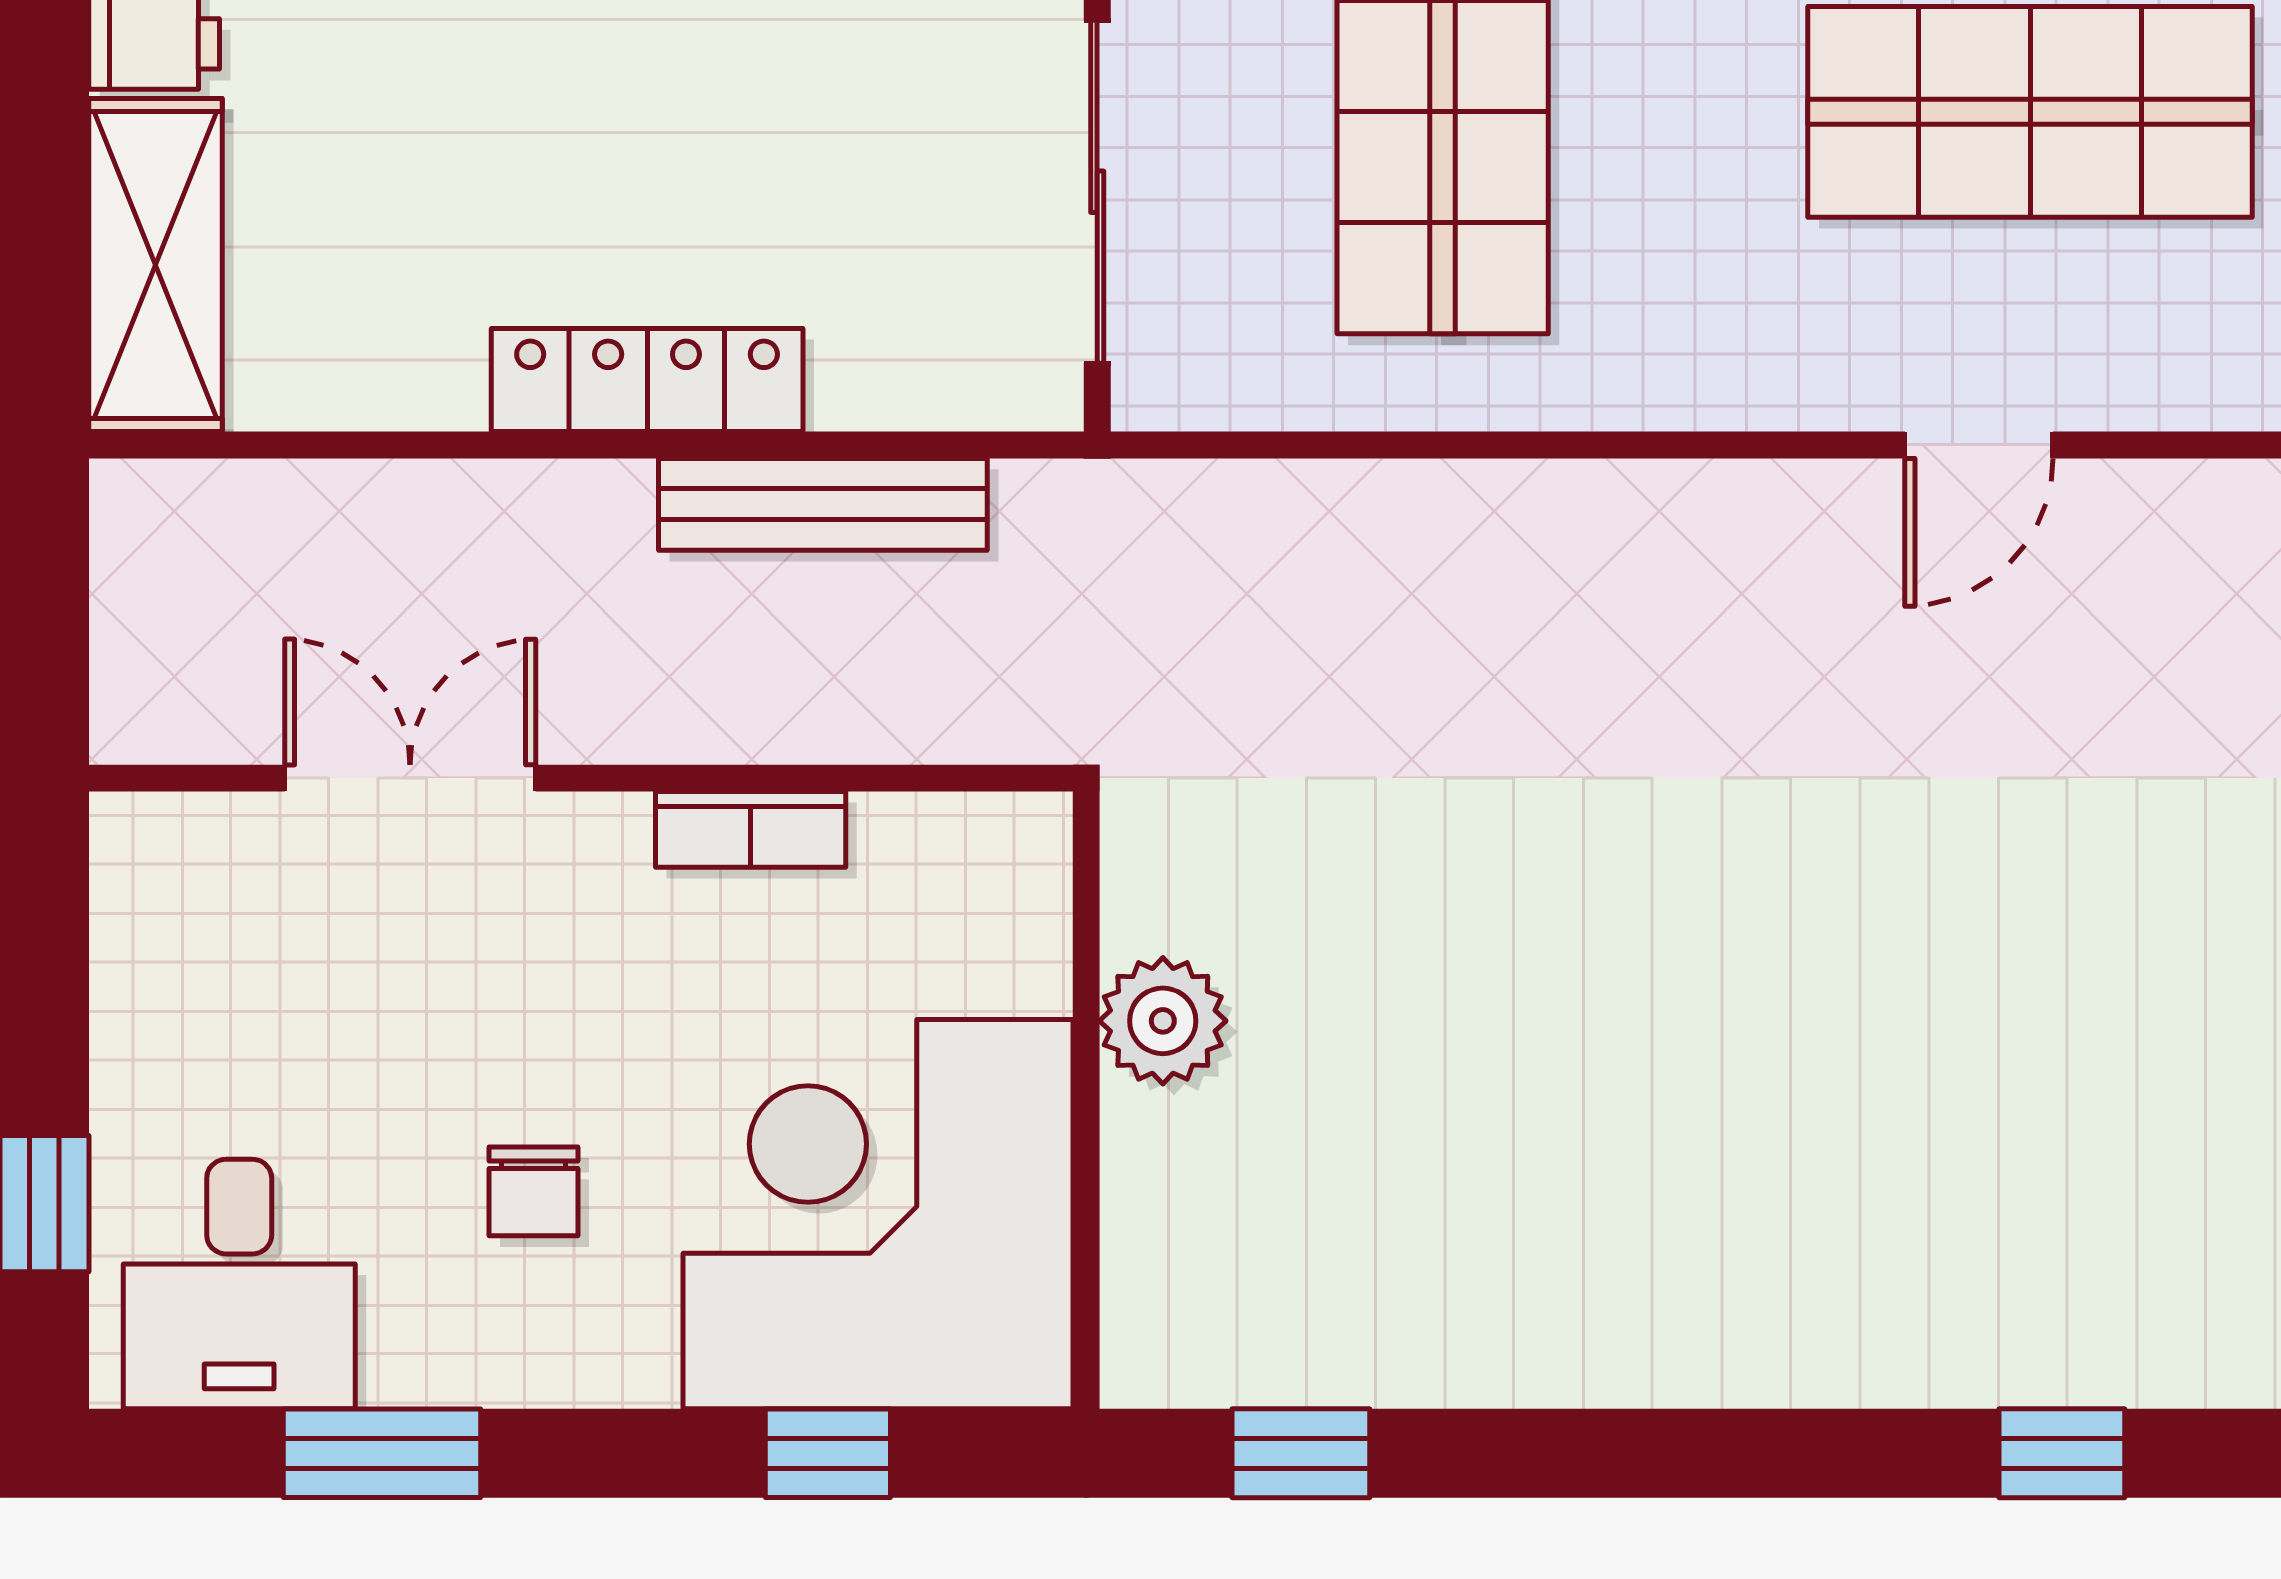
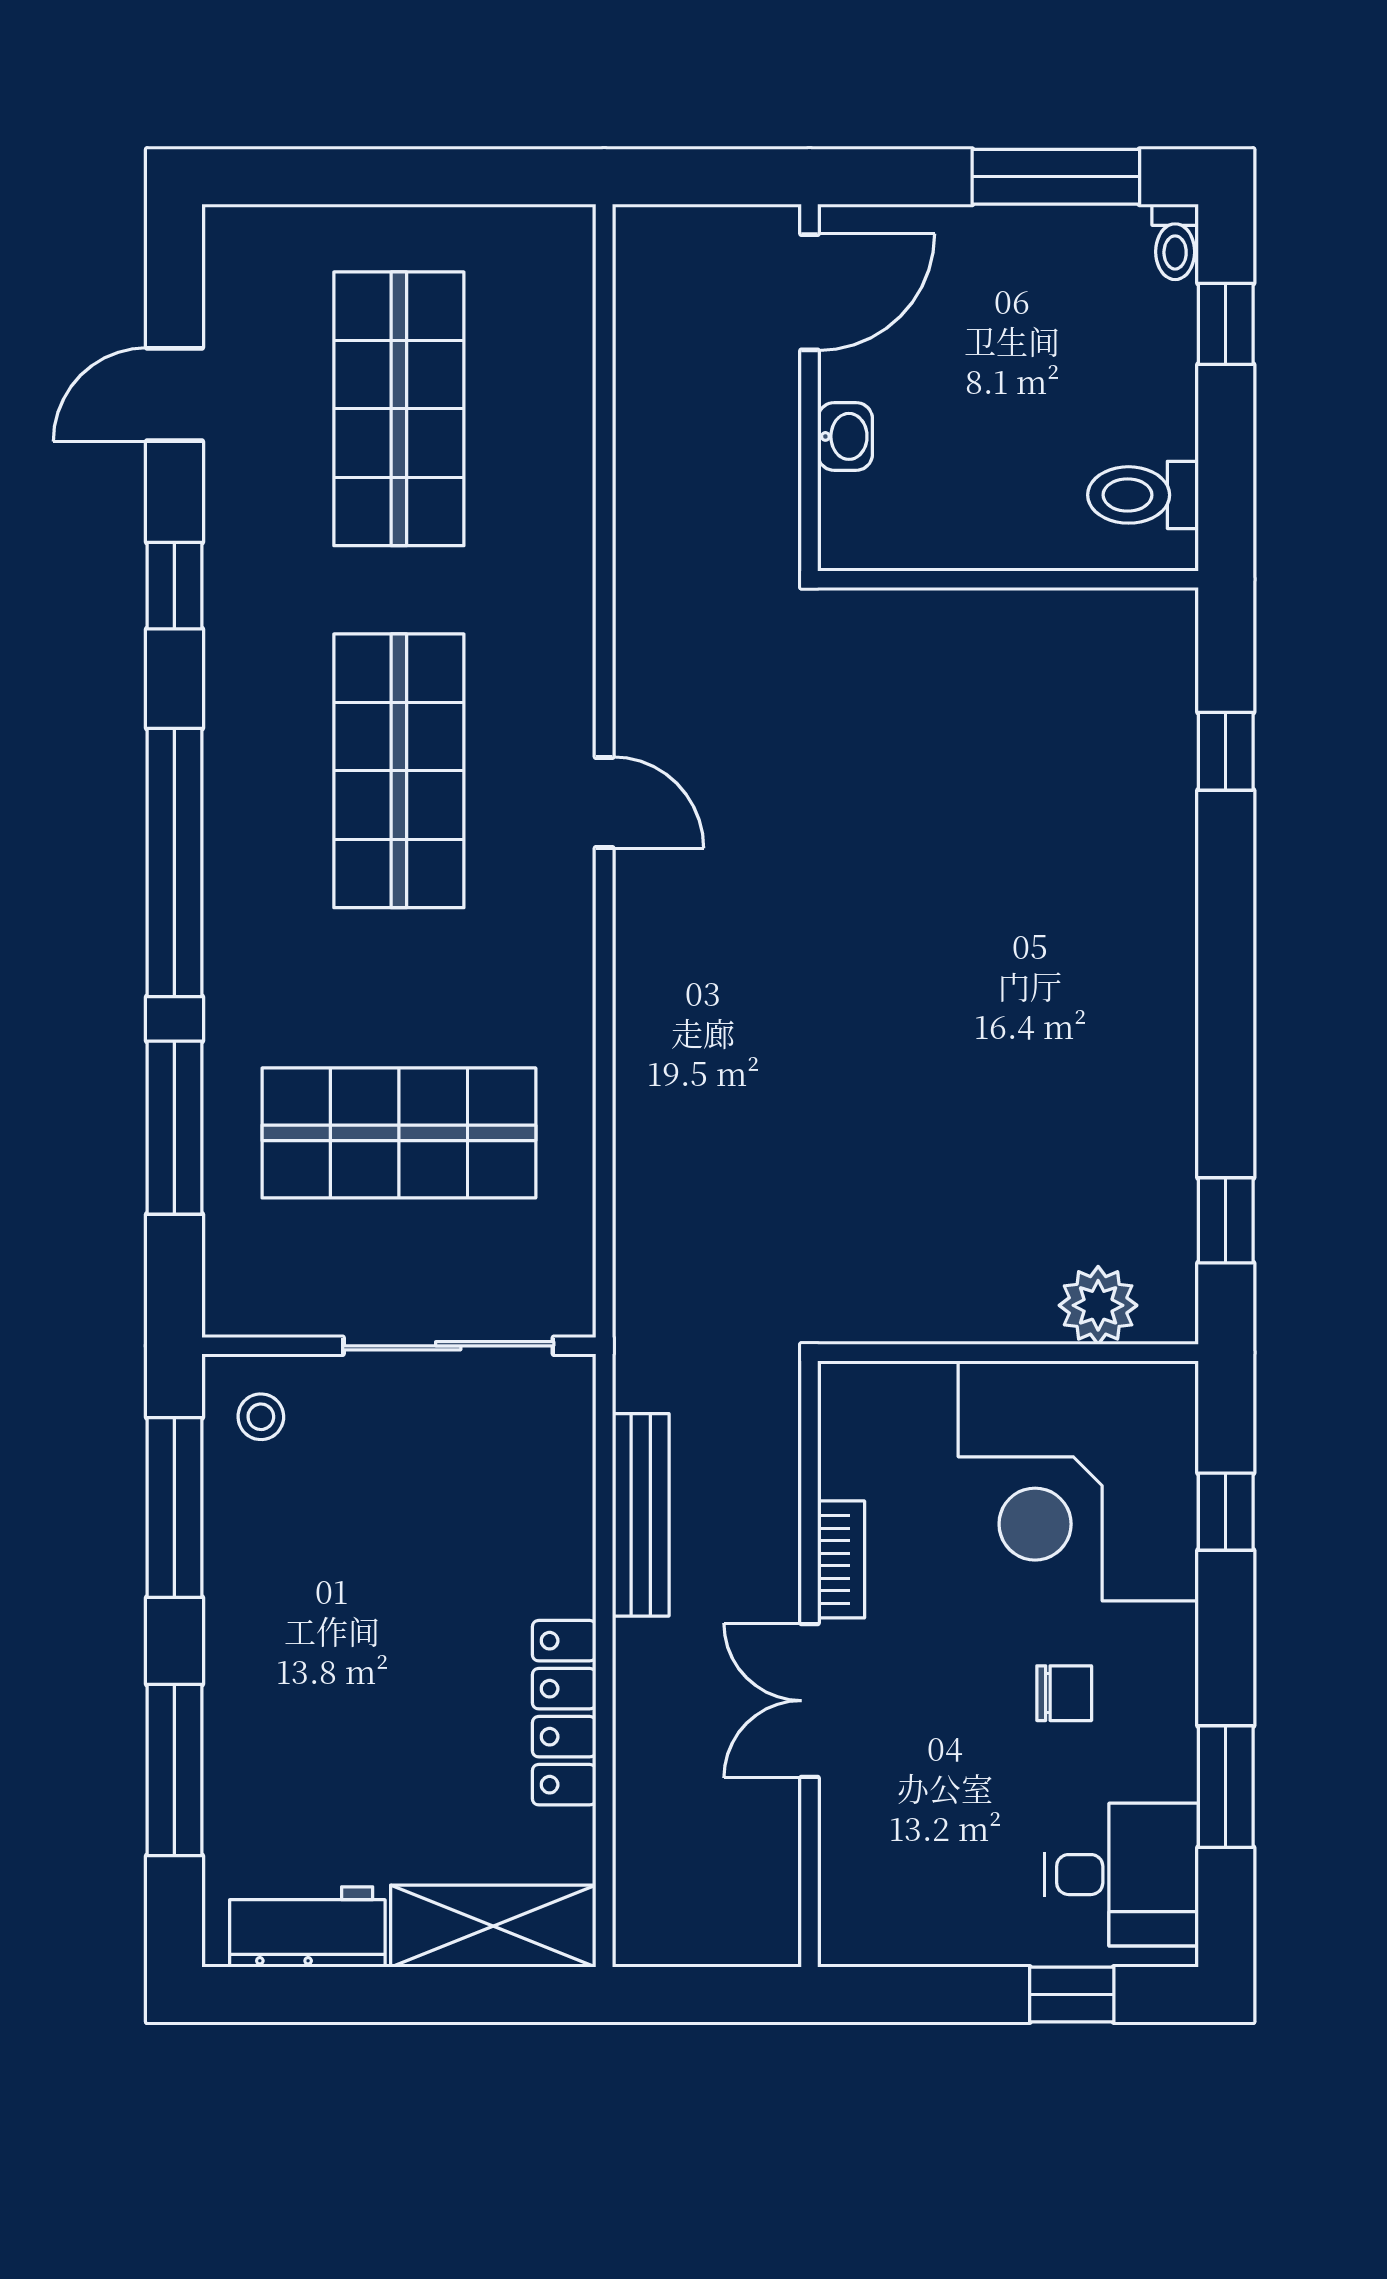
locker: (647, 380) -> (564, 1713), moved
double door: (410, 778) -> (810, 1701), moved
plant: (1163, 1021) -> (1098, 1305), moved

